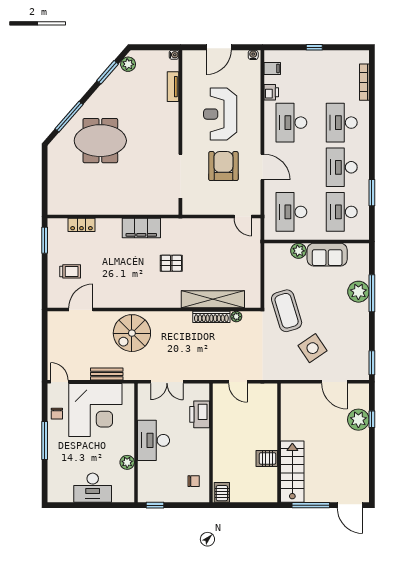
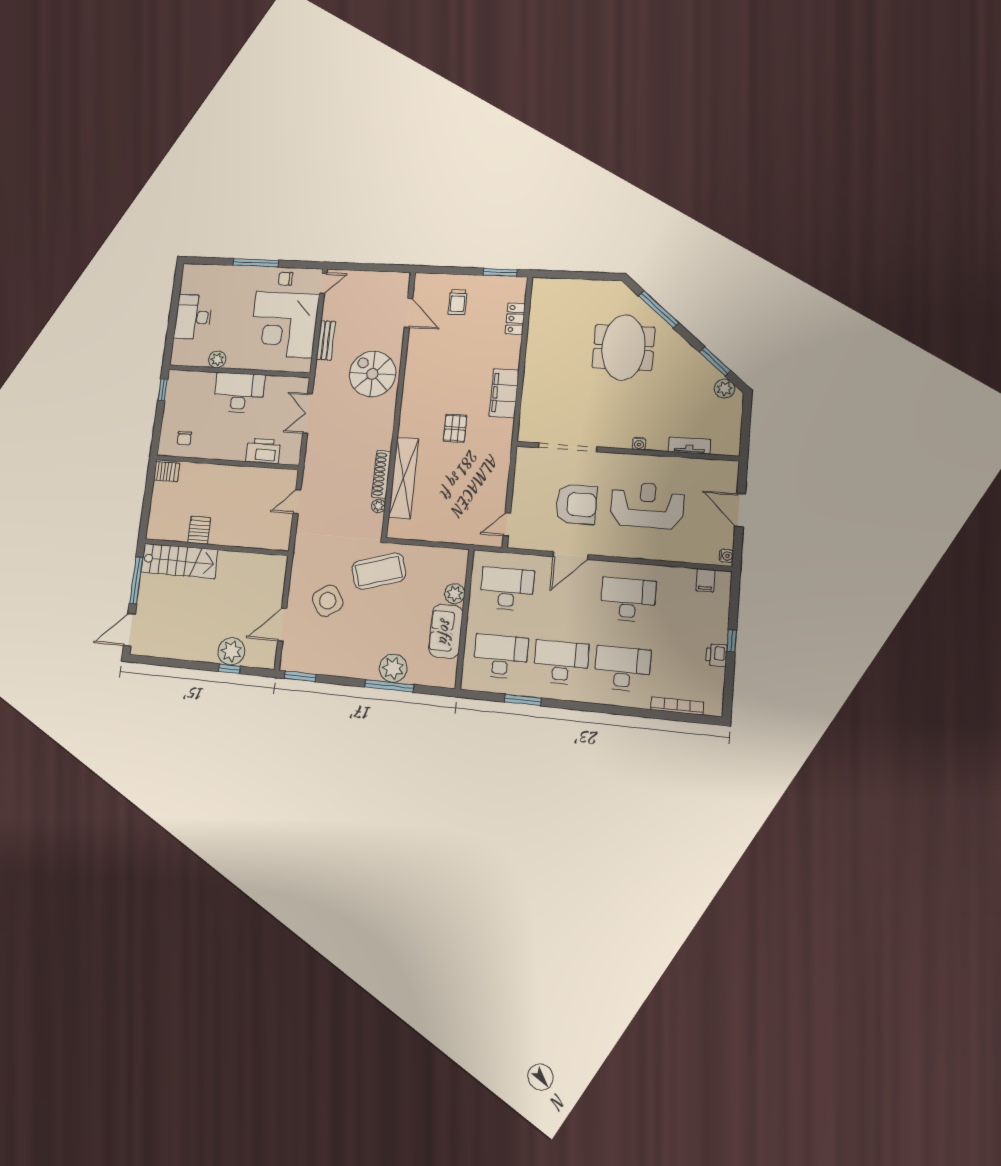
water cooler: (174, 55) -> (639, 444), moved
printer: (271, 92) -> (716, 655), moved, turned 90

